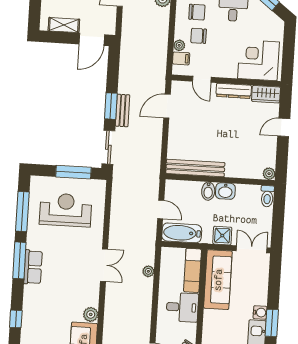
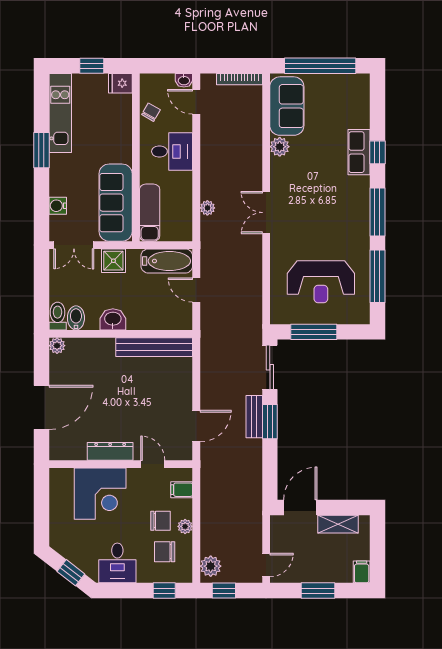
plant: (179, 45) -> (185, 526), moved
corner desk: (258, 60) -> (100, 494), moved
wardrobe: (266, 94) -> (67, 450), removed
door: (284, 127) -> (41, 407), width x1.88
bidet: (208, 191) -> (76, 318), moved
row of seats: (33, 267) -> (359, 152), moved
desk: (182, 307) -> (172, 151), moved, turned 180
water cooler: (260, 312) -> (58, 206), moved
window: (16, 319) -> (377, 152), moved

